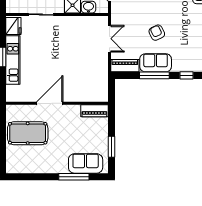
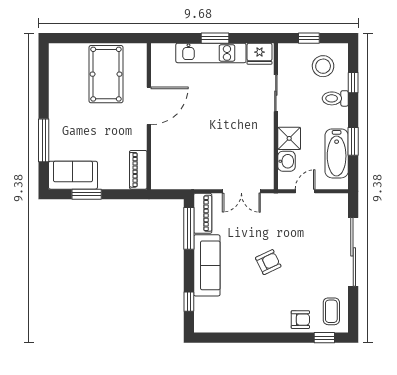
armchair: (157, 33) -> (268, 262), moved
sofa: (156, 63) -> (207, 265), width x1.36
window: (154, 75) -> (189, 228), moved
door: (50, 103) -> (149, 106), hinge flipped
sofa: (86, 163) -> (73, 175), moved, turned -90

